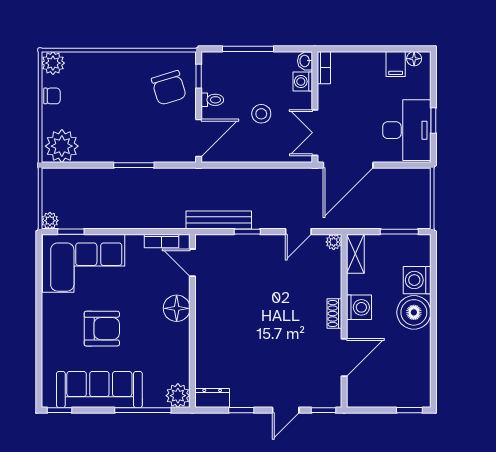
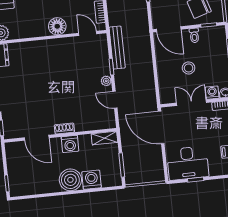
double door: (315, 133) -> (192, 103), moved
plant: (334, 242) -> (106, 81), moved
door: (192, 263) -> (88, 33), hinge flipped

